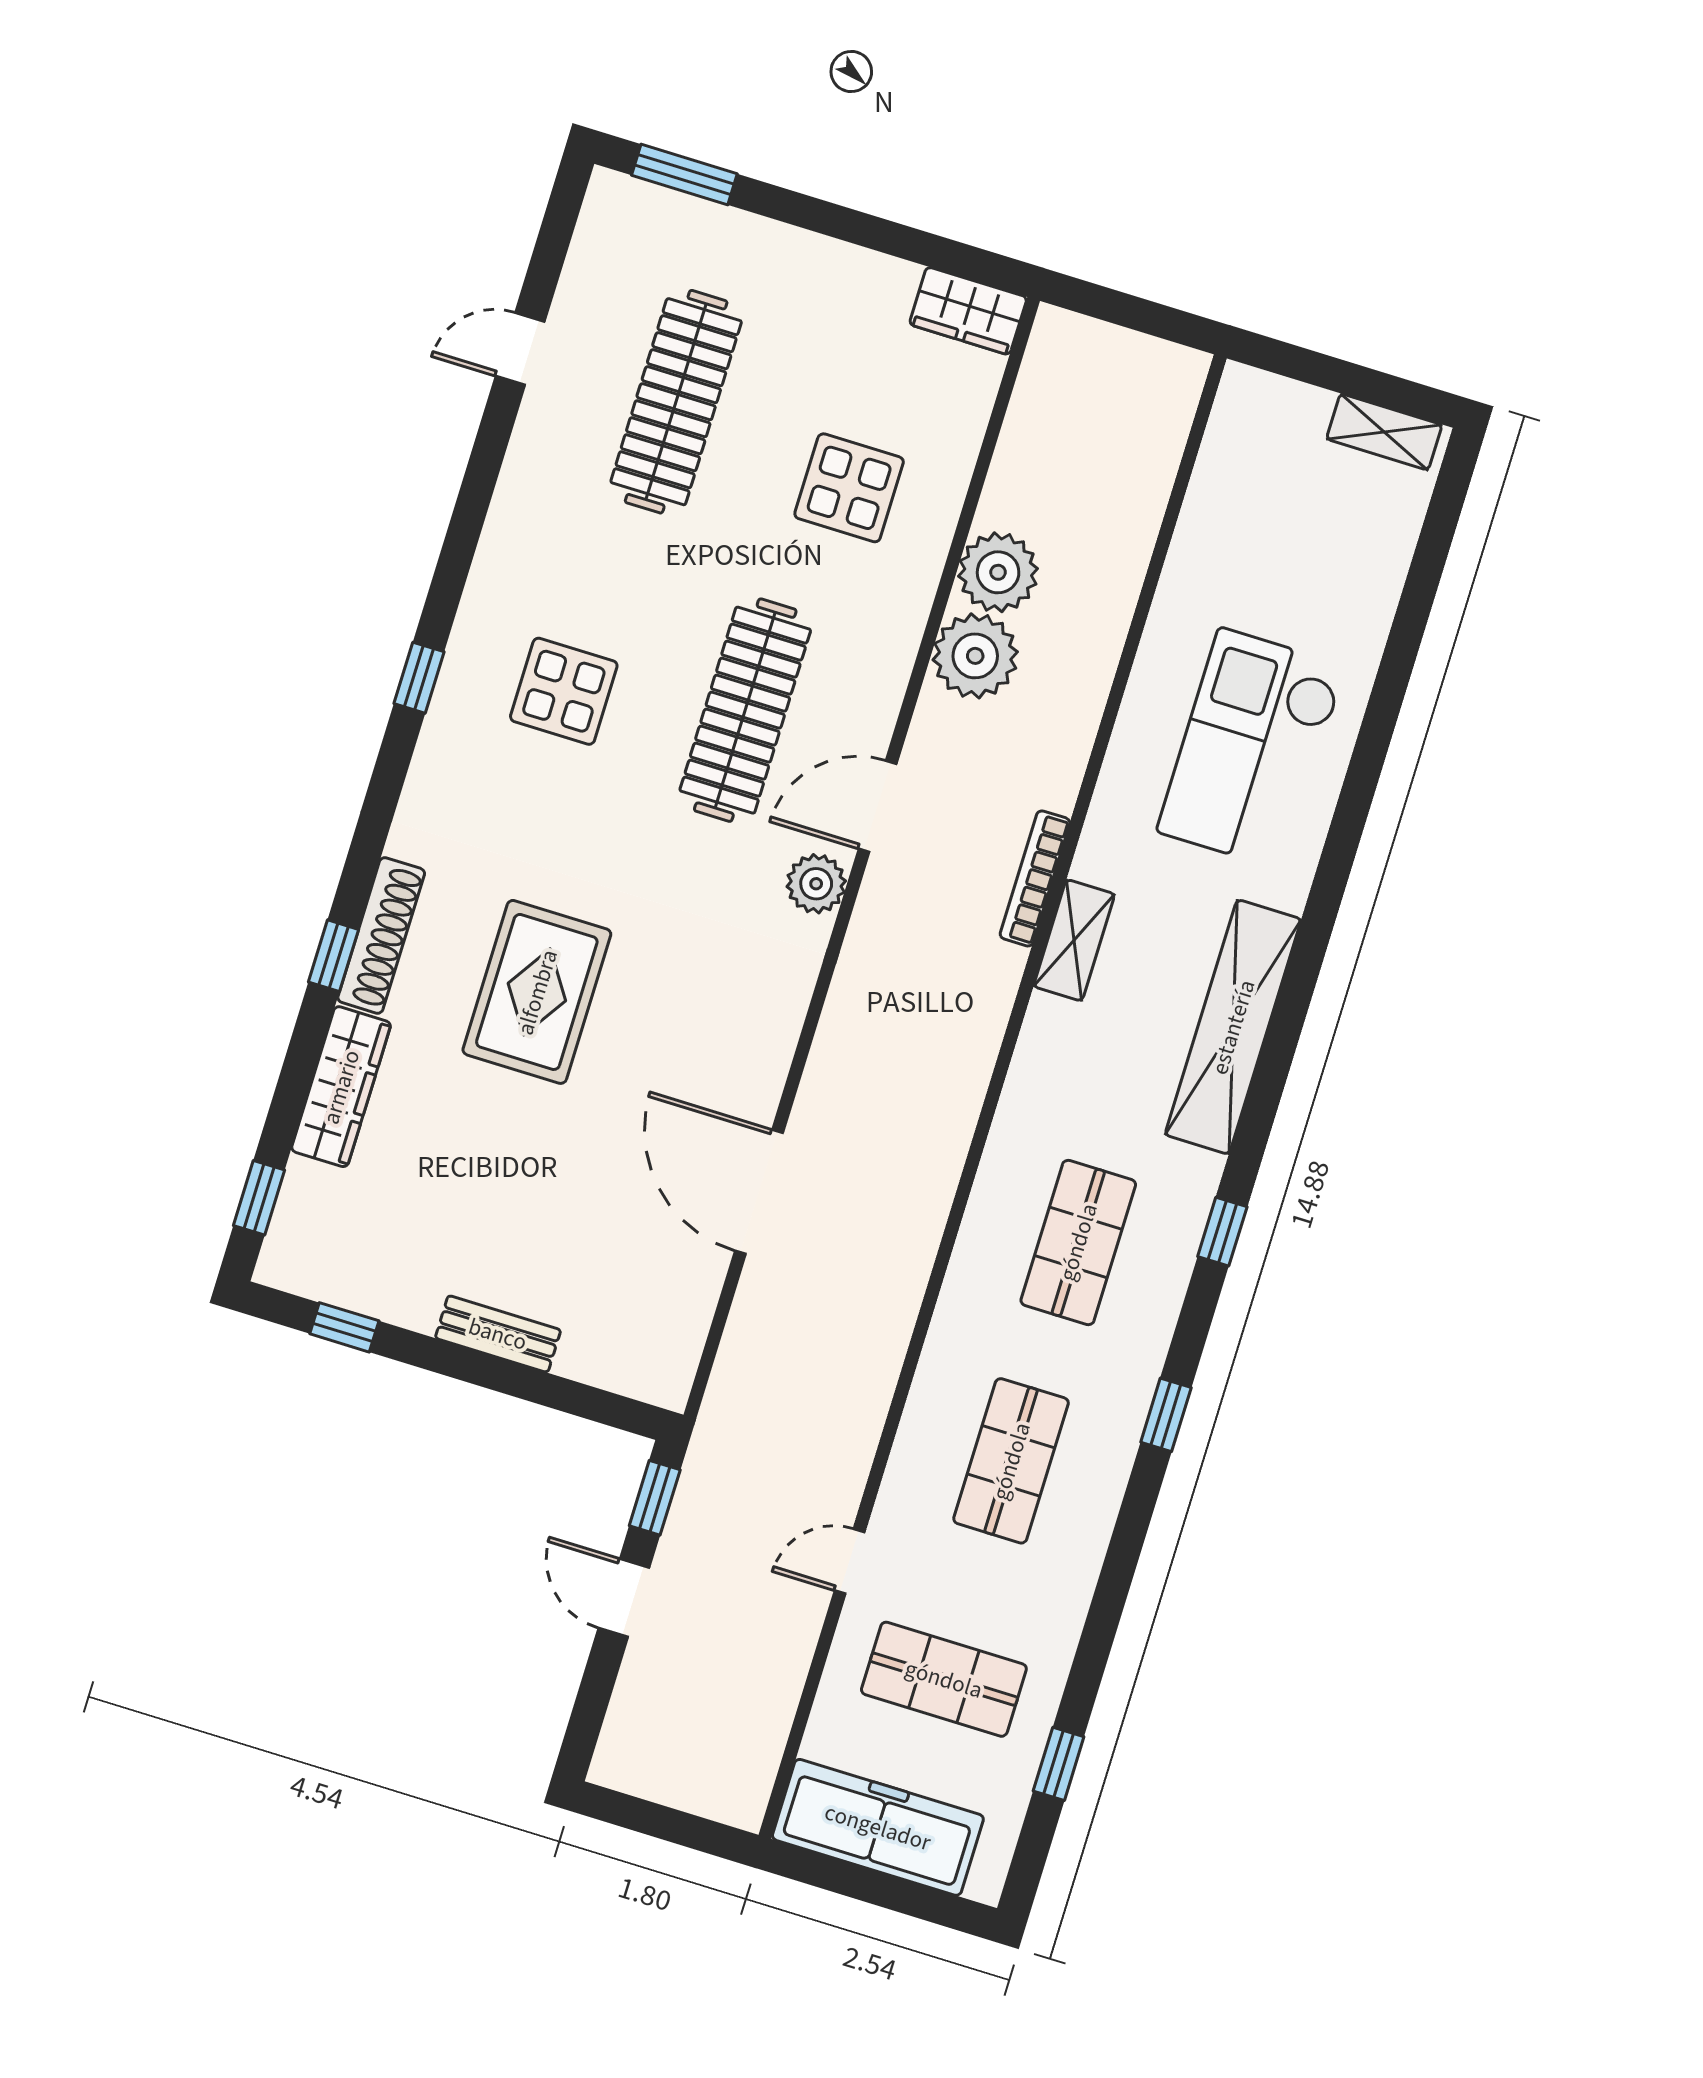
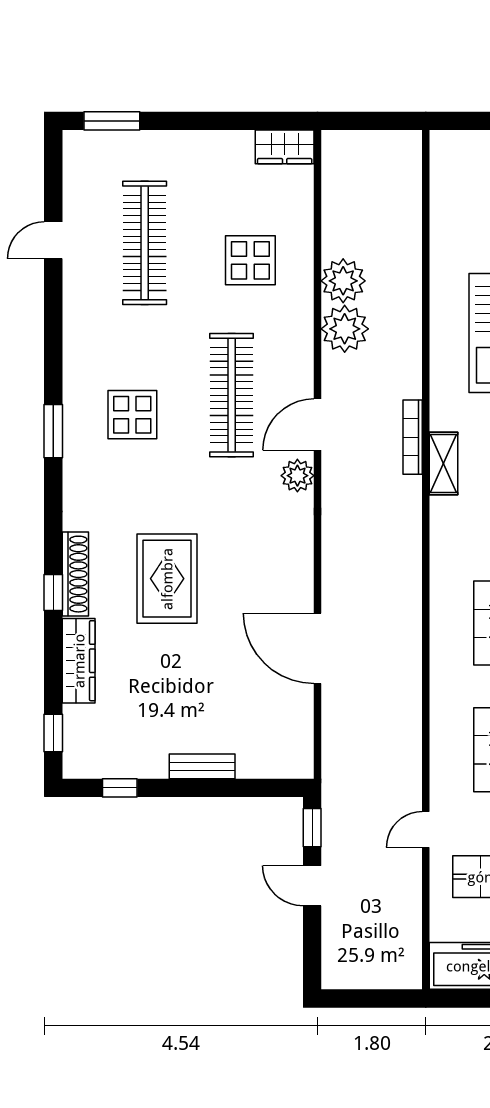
window: (419, 678) -> (53, 431), width x1.50

